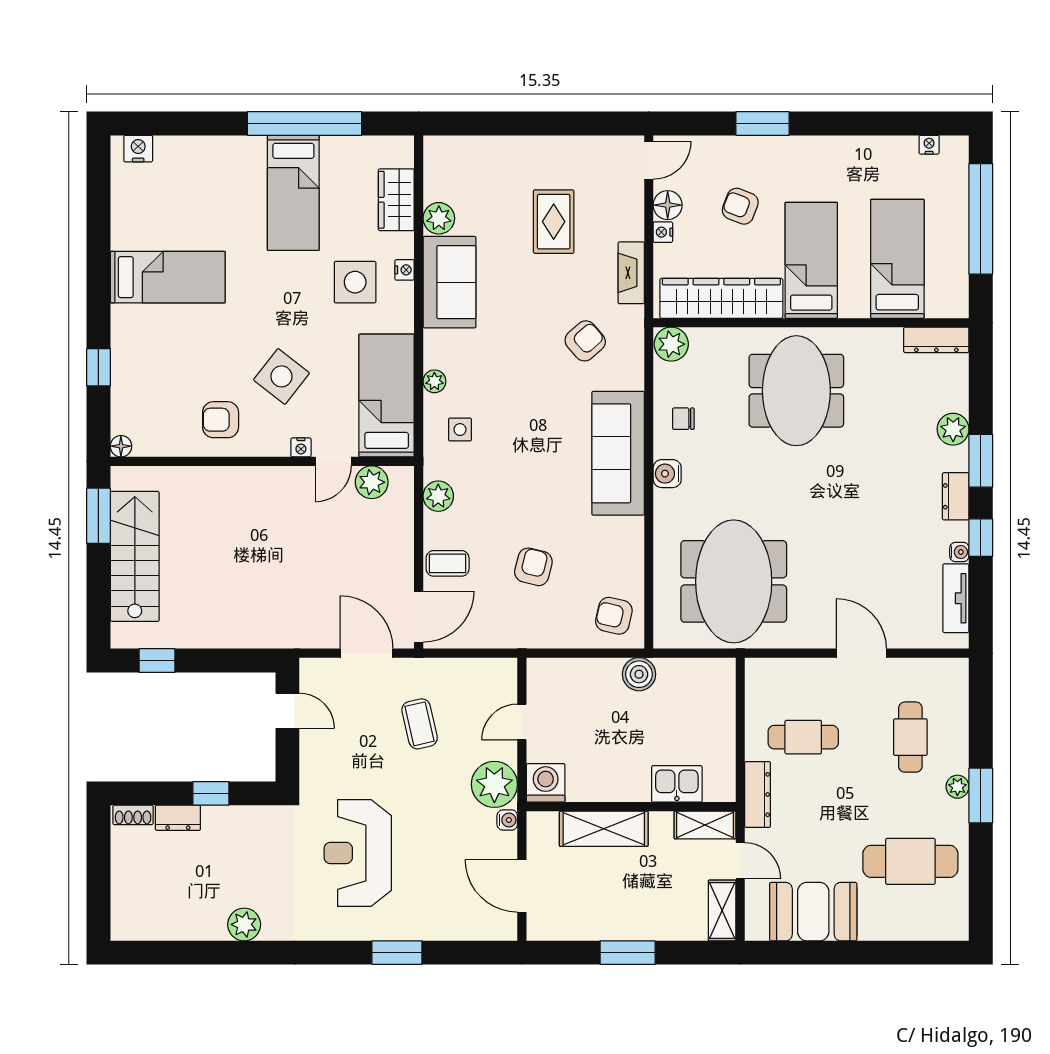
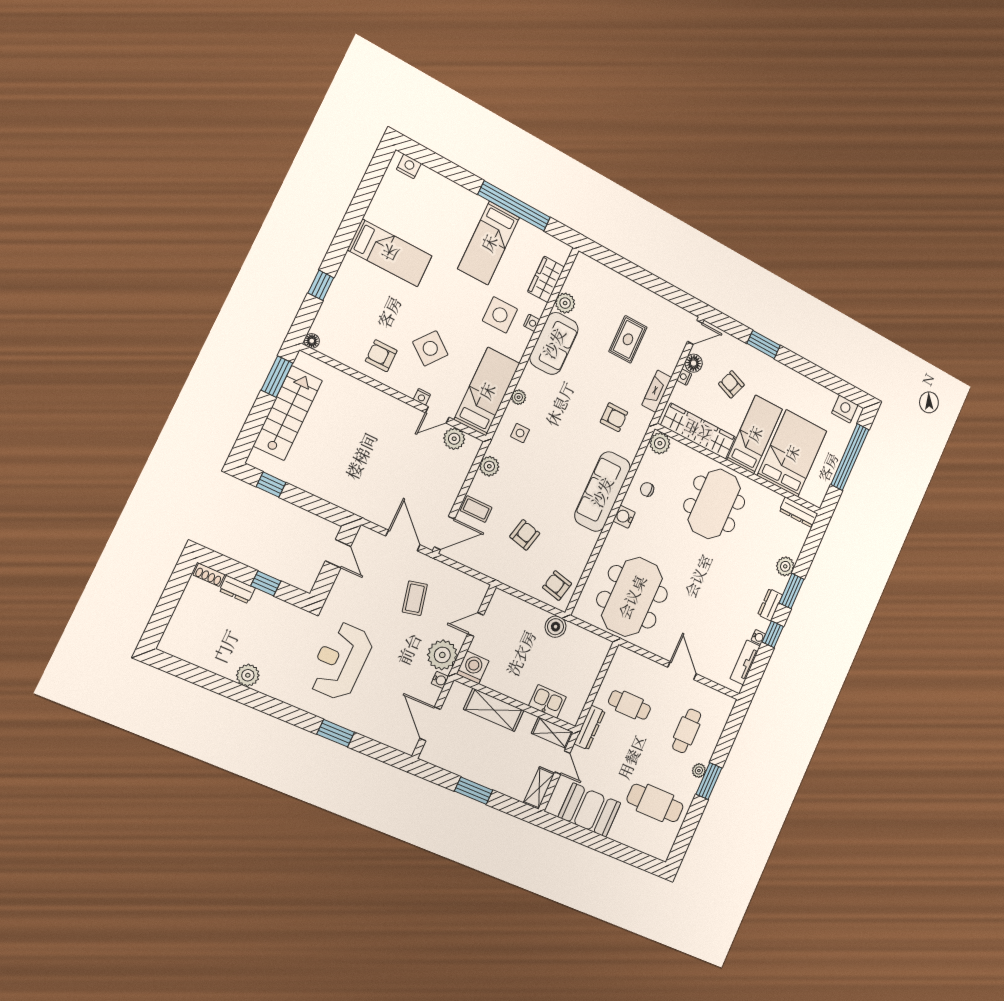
nightstand: (929, 145) -> (845, 409), width x1.89, depth x1.79
bed: (897, 259) -> (792, 453), width x1.50
armchair: (585, 341) -> (614, 417), turned 41

